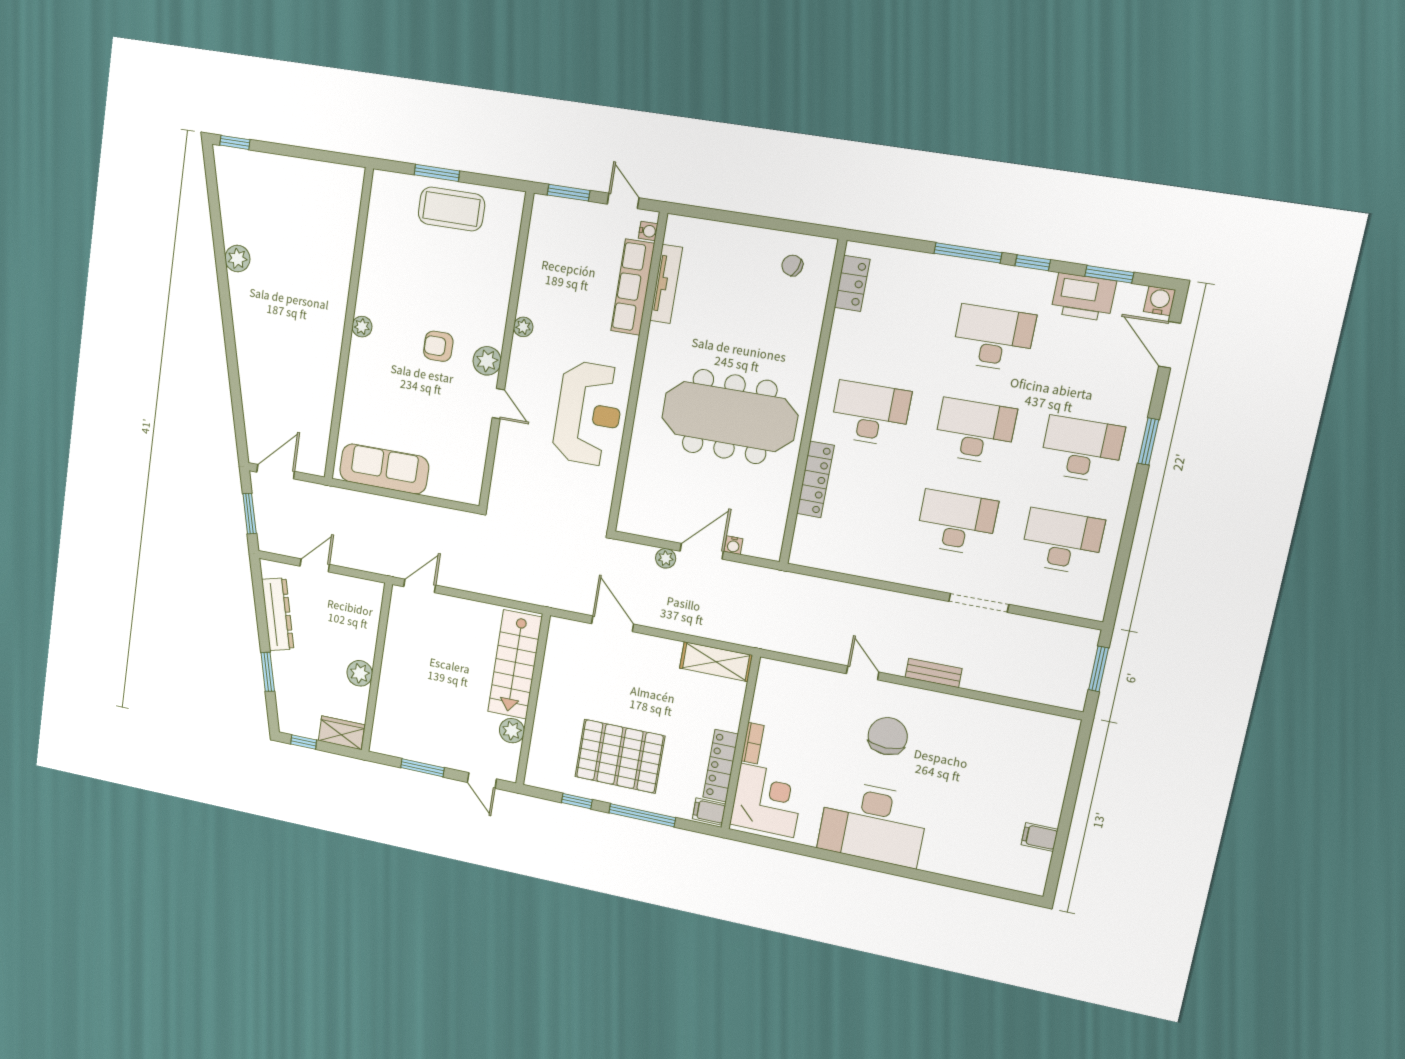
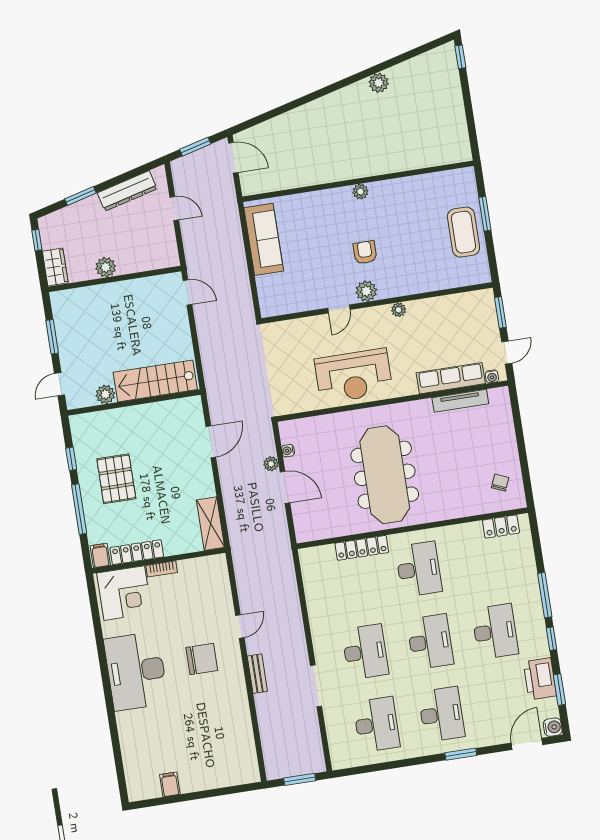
water cooler: (733, 545) -> (288, 451), moved
pallet: (620, 756) -> (116, 479), width x0.73, depth x0.71

